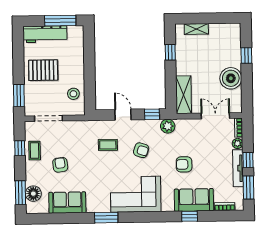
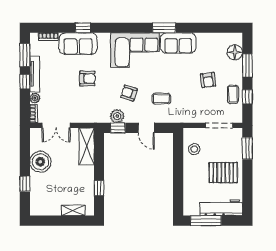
plant: (168, 126) -> (117, 116), moved
window: (20, 193) -> (247, 65), moved
sofa: (67, 203) -> (178, 43), moved

